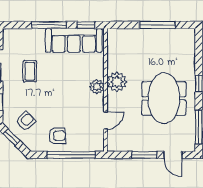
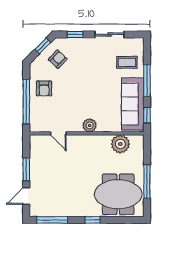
coffee table: (30, 71) -> (127, 62), moved
plant: (117, 82) -> (120, 144), moved
meeting table: (164, 98) -> (118, 194), moved
armchair: (26, 121) -> (58, 59), turned -95

